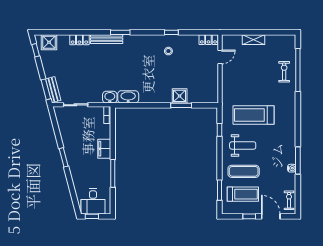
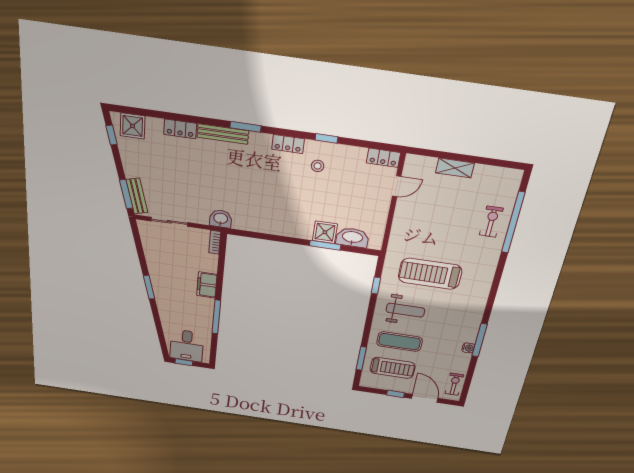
locker: (148, 40) -> (288, 144), added
washbasin: (128, 97) -> (352, 238), moved

